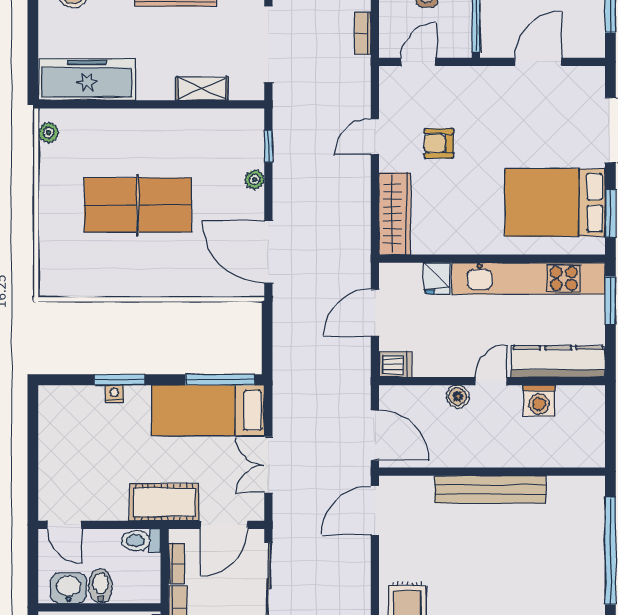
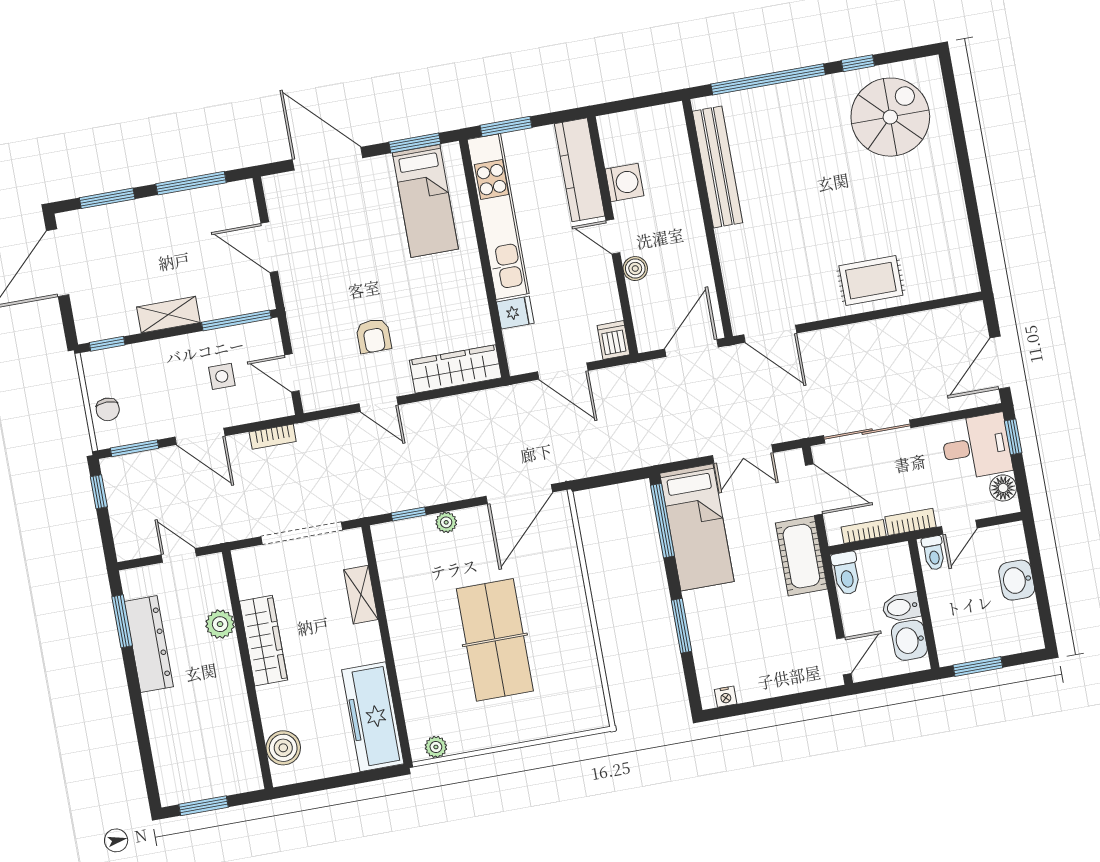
bed: (555, 203) -> (425, 201), width x0.67
nightstand: (114, 394) -> (726, 697), moved, turned -90
bench: (490, 489) -> (718, 167), moved

